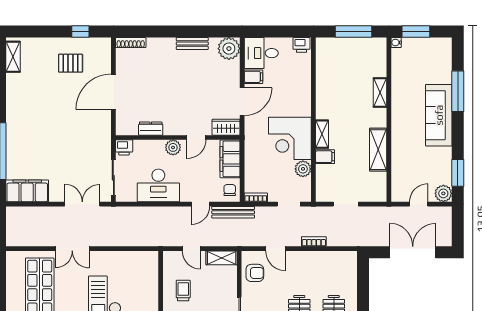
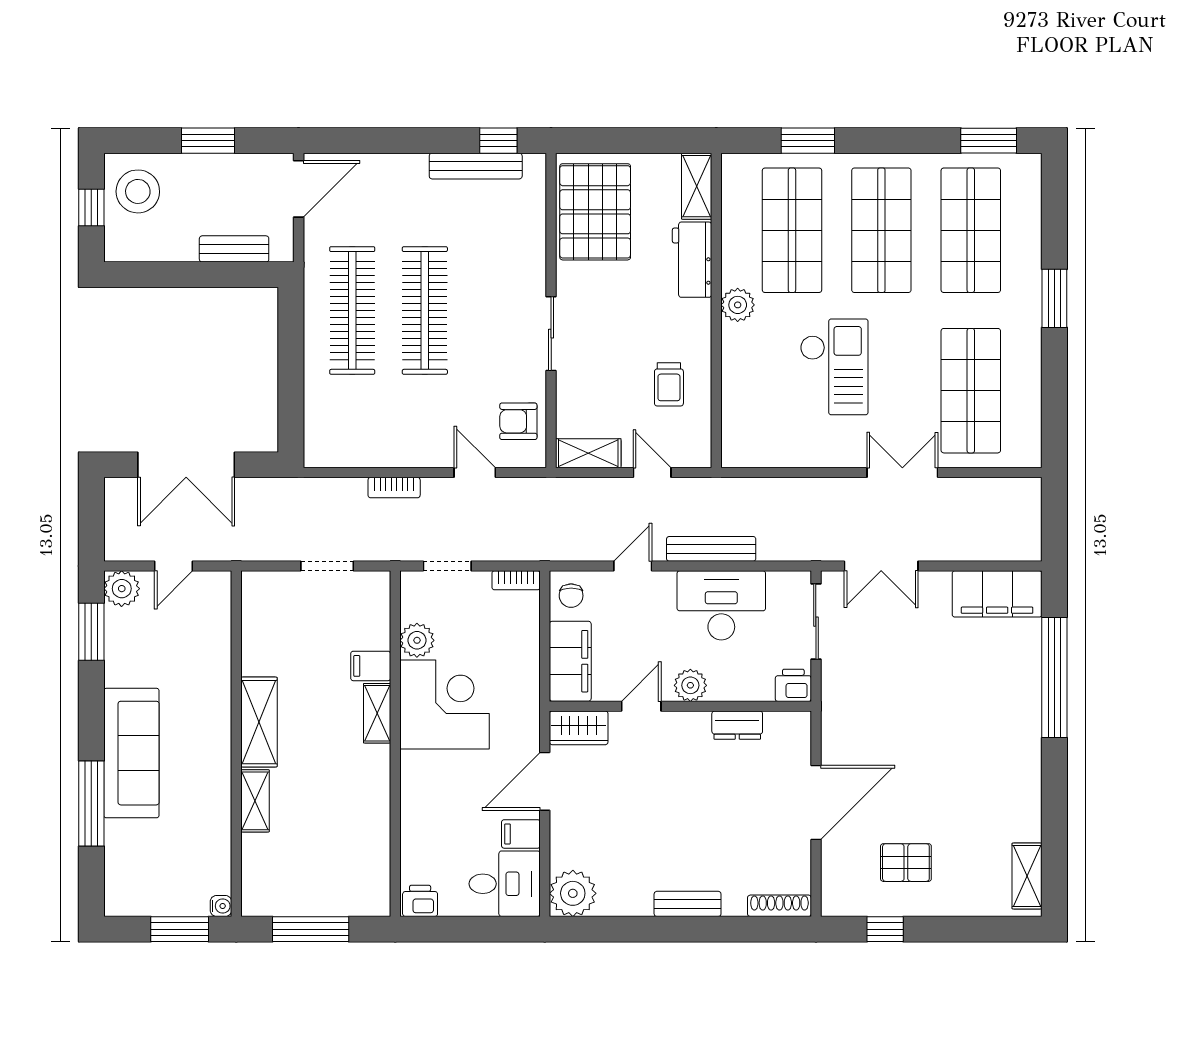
bench: (192, 44) -> (688, 904), moved
shelving: (378, 150) -> (259, 722), moved
bench: (233, 212) -> (711, 549), moved

